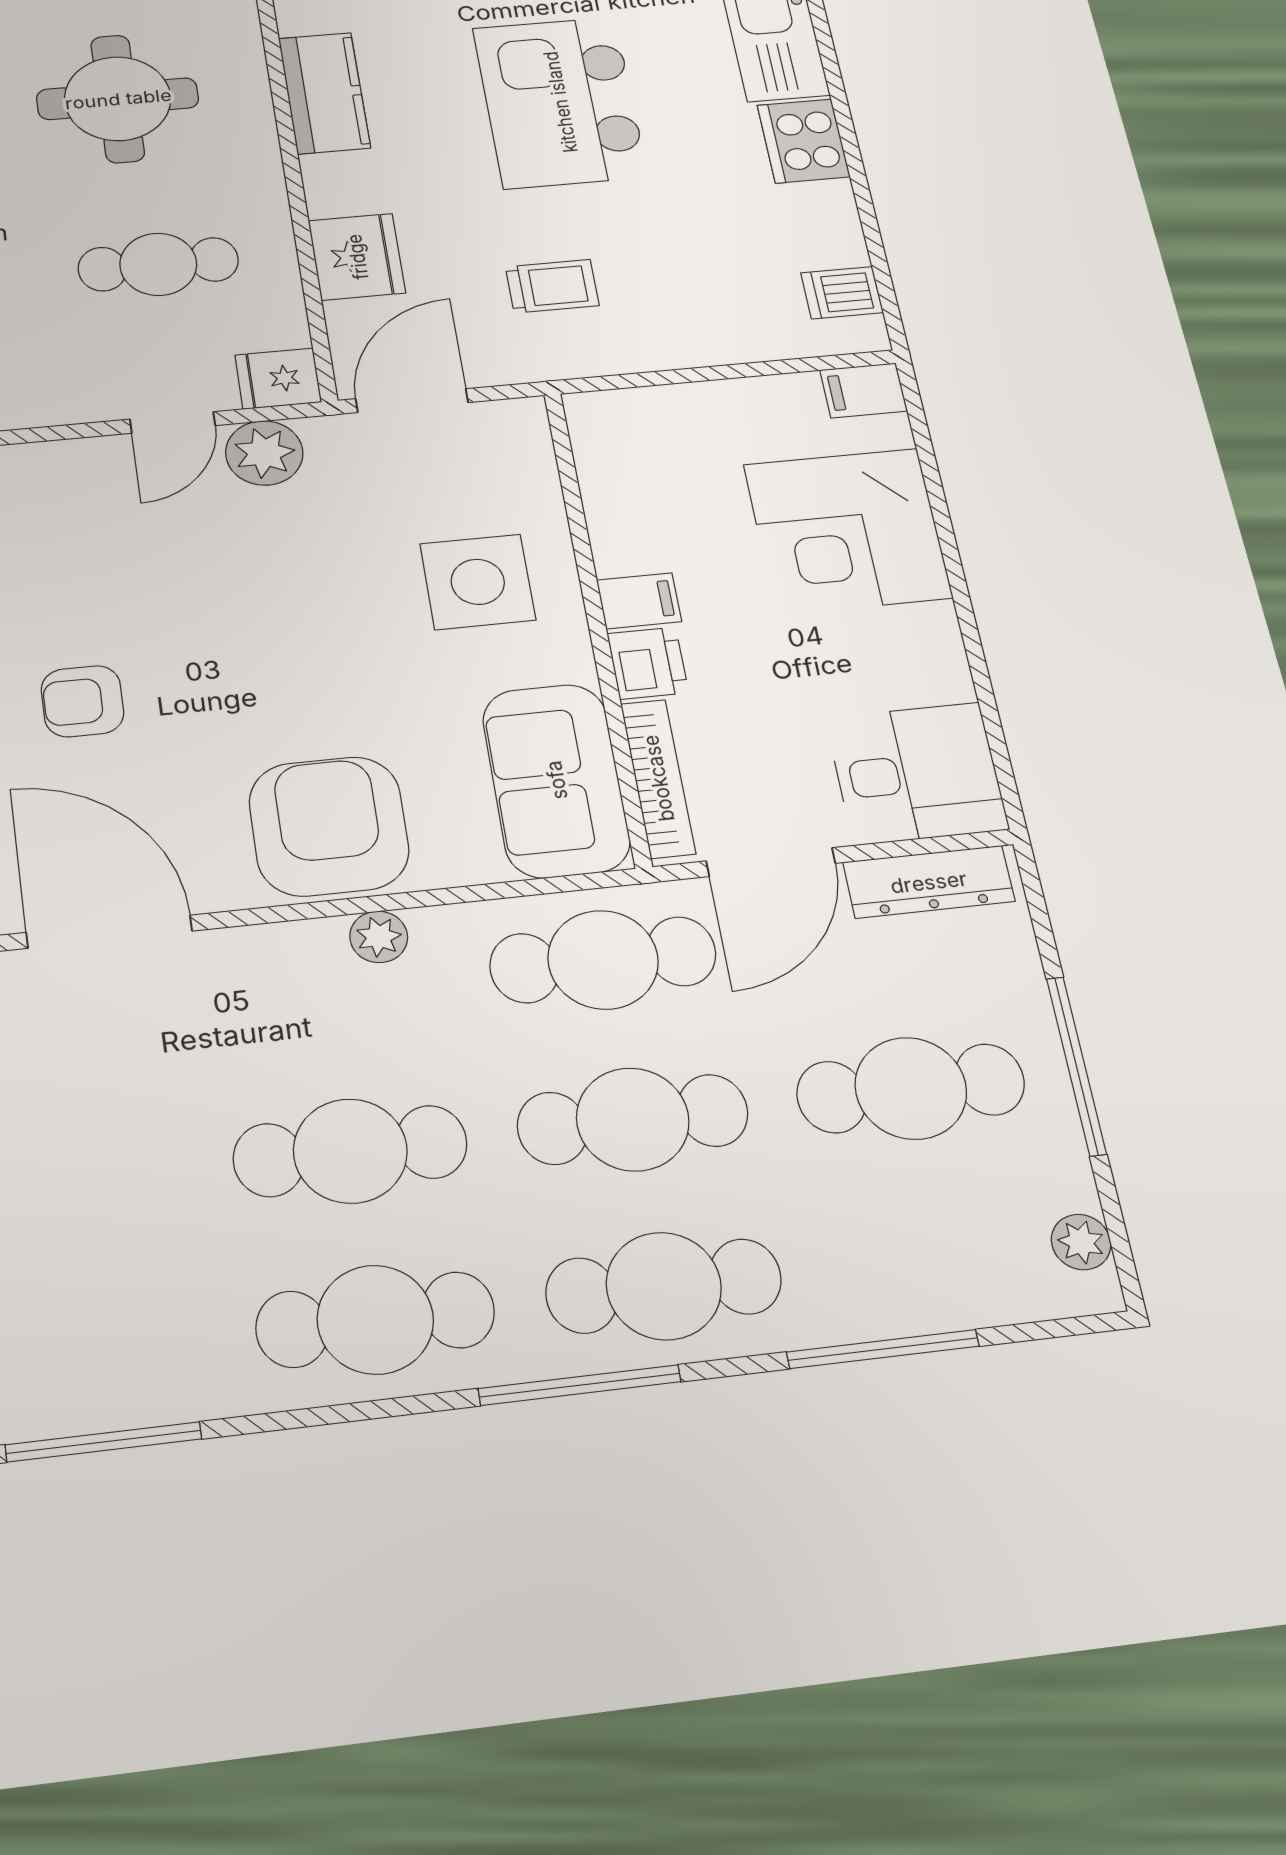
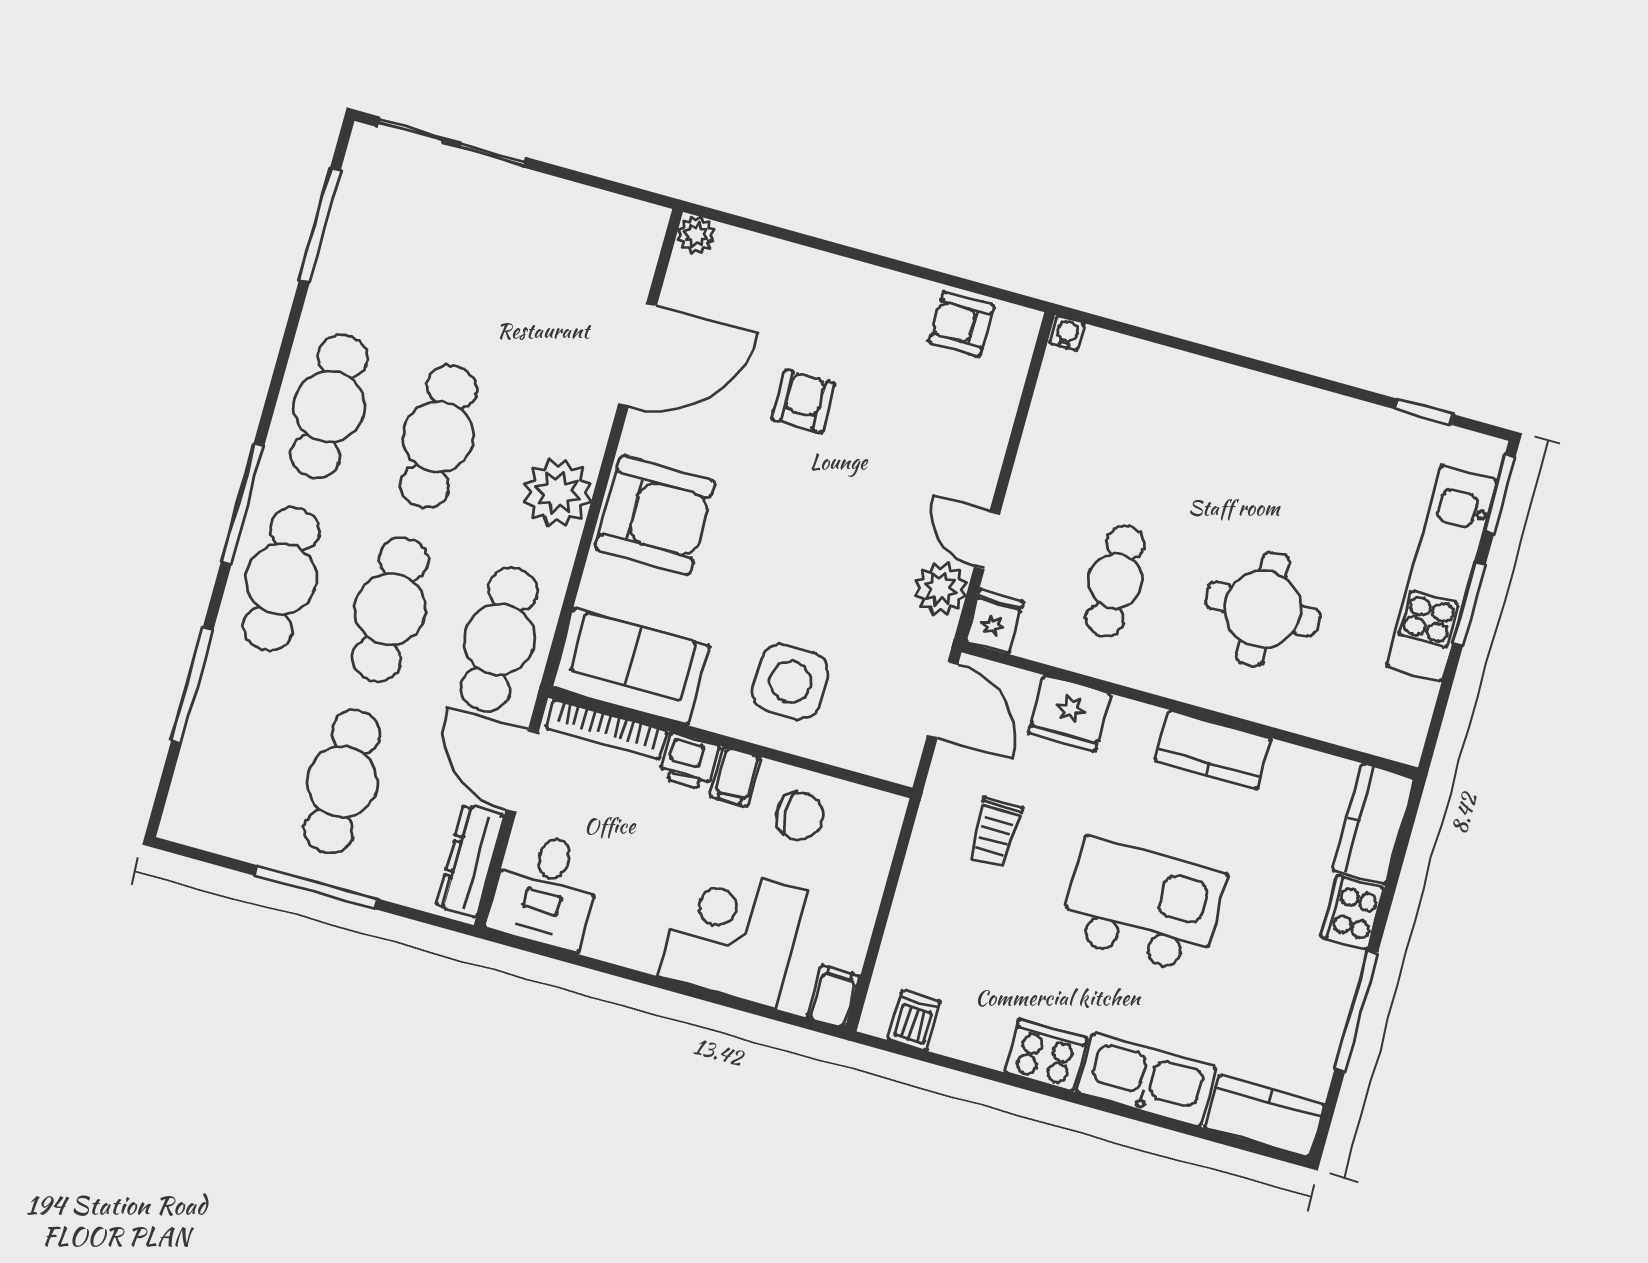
chair: (651, 509) -> (800, 816), added
plant: (379, 937) -> (558, 493), width x1.87, depth x1.87
plant: (1081, 1242) -> (208, 832), removed

